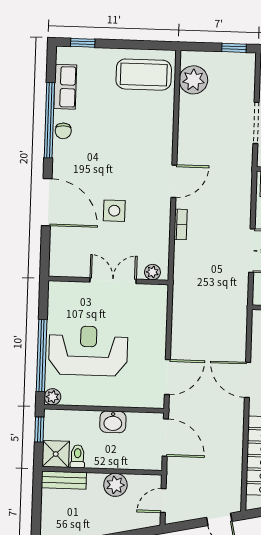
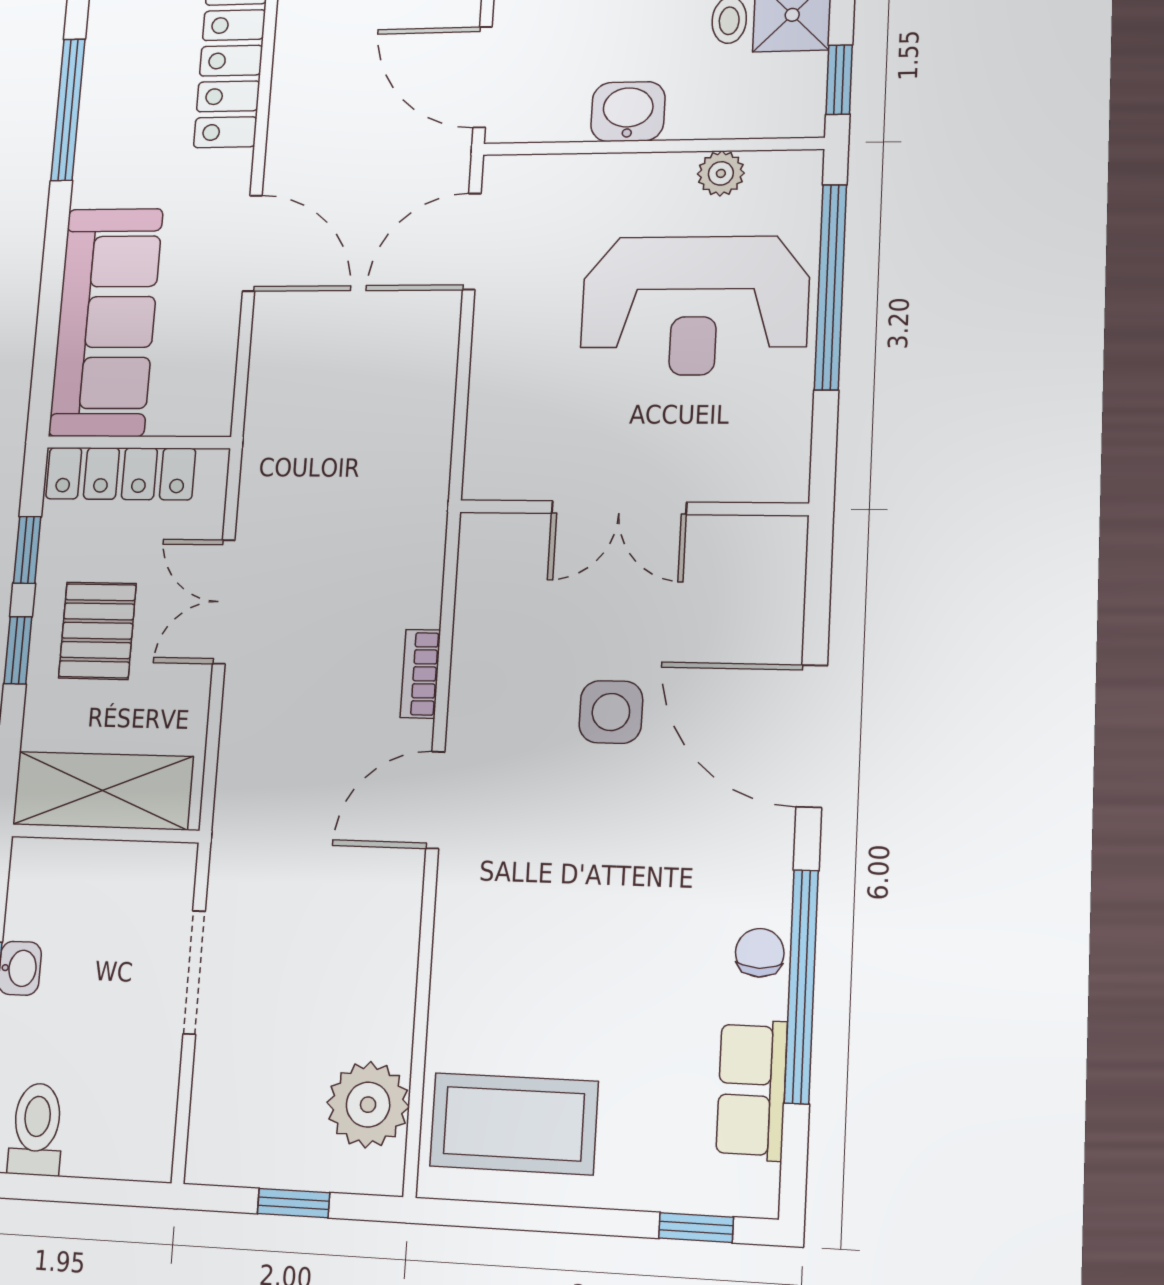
window: (234, 48) -> (294, 1203), moved
plant: (152, 272) -> (505, 535), removed
plant: (53, 397) -> (721, 173), moved

